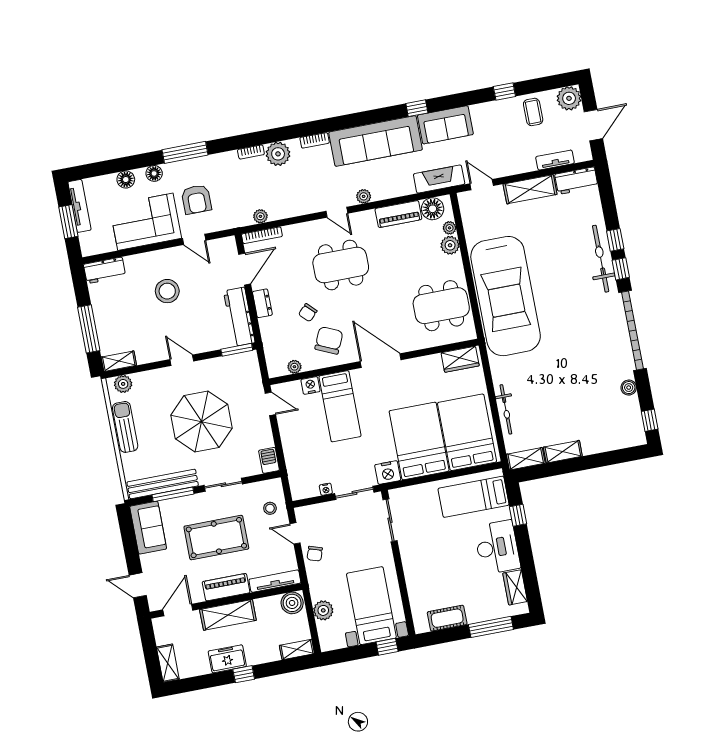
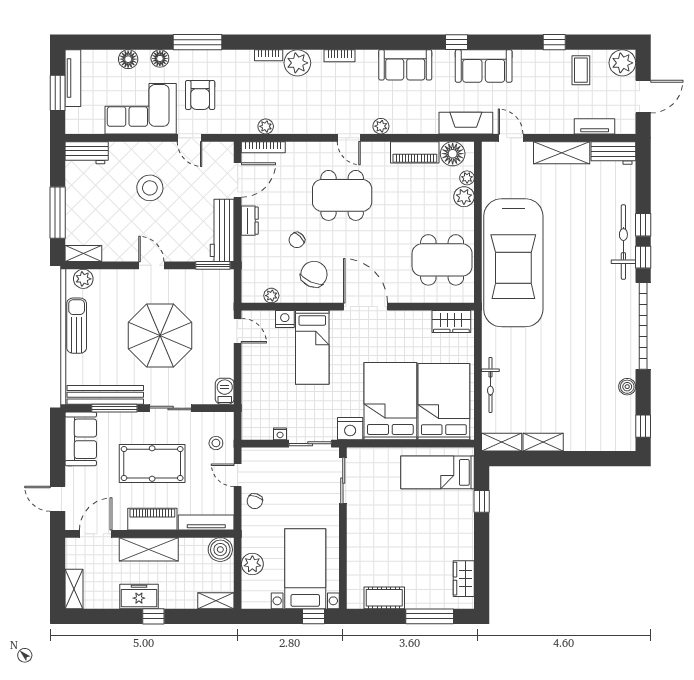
sofa: (376, 141) -> (405, 65), width x0.54, depth x0.79
desk: (497, 547) -> (453, 532), removed

